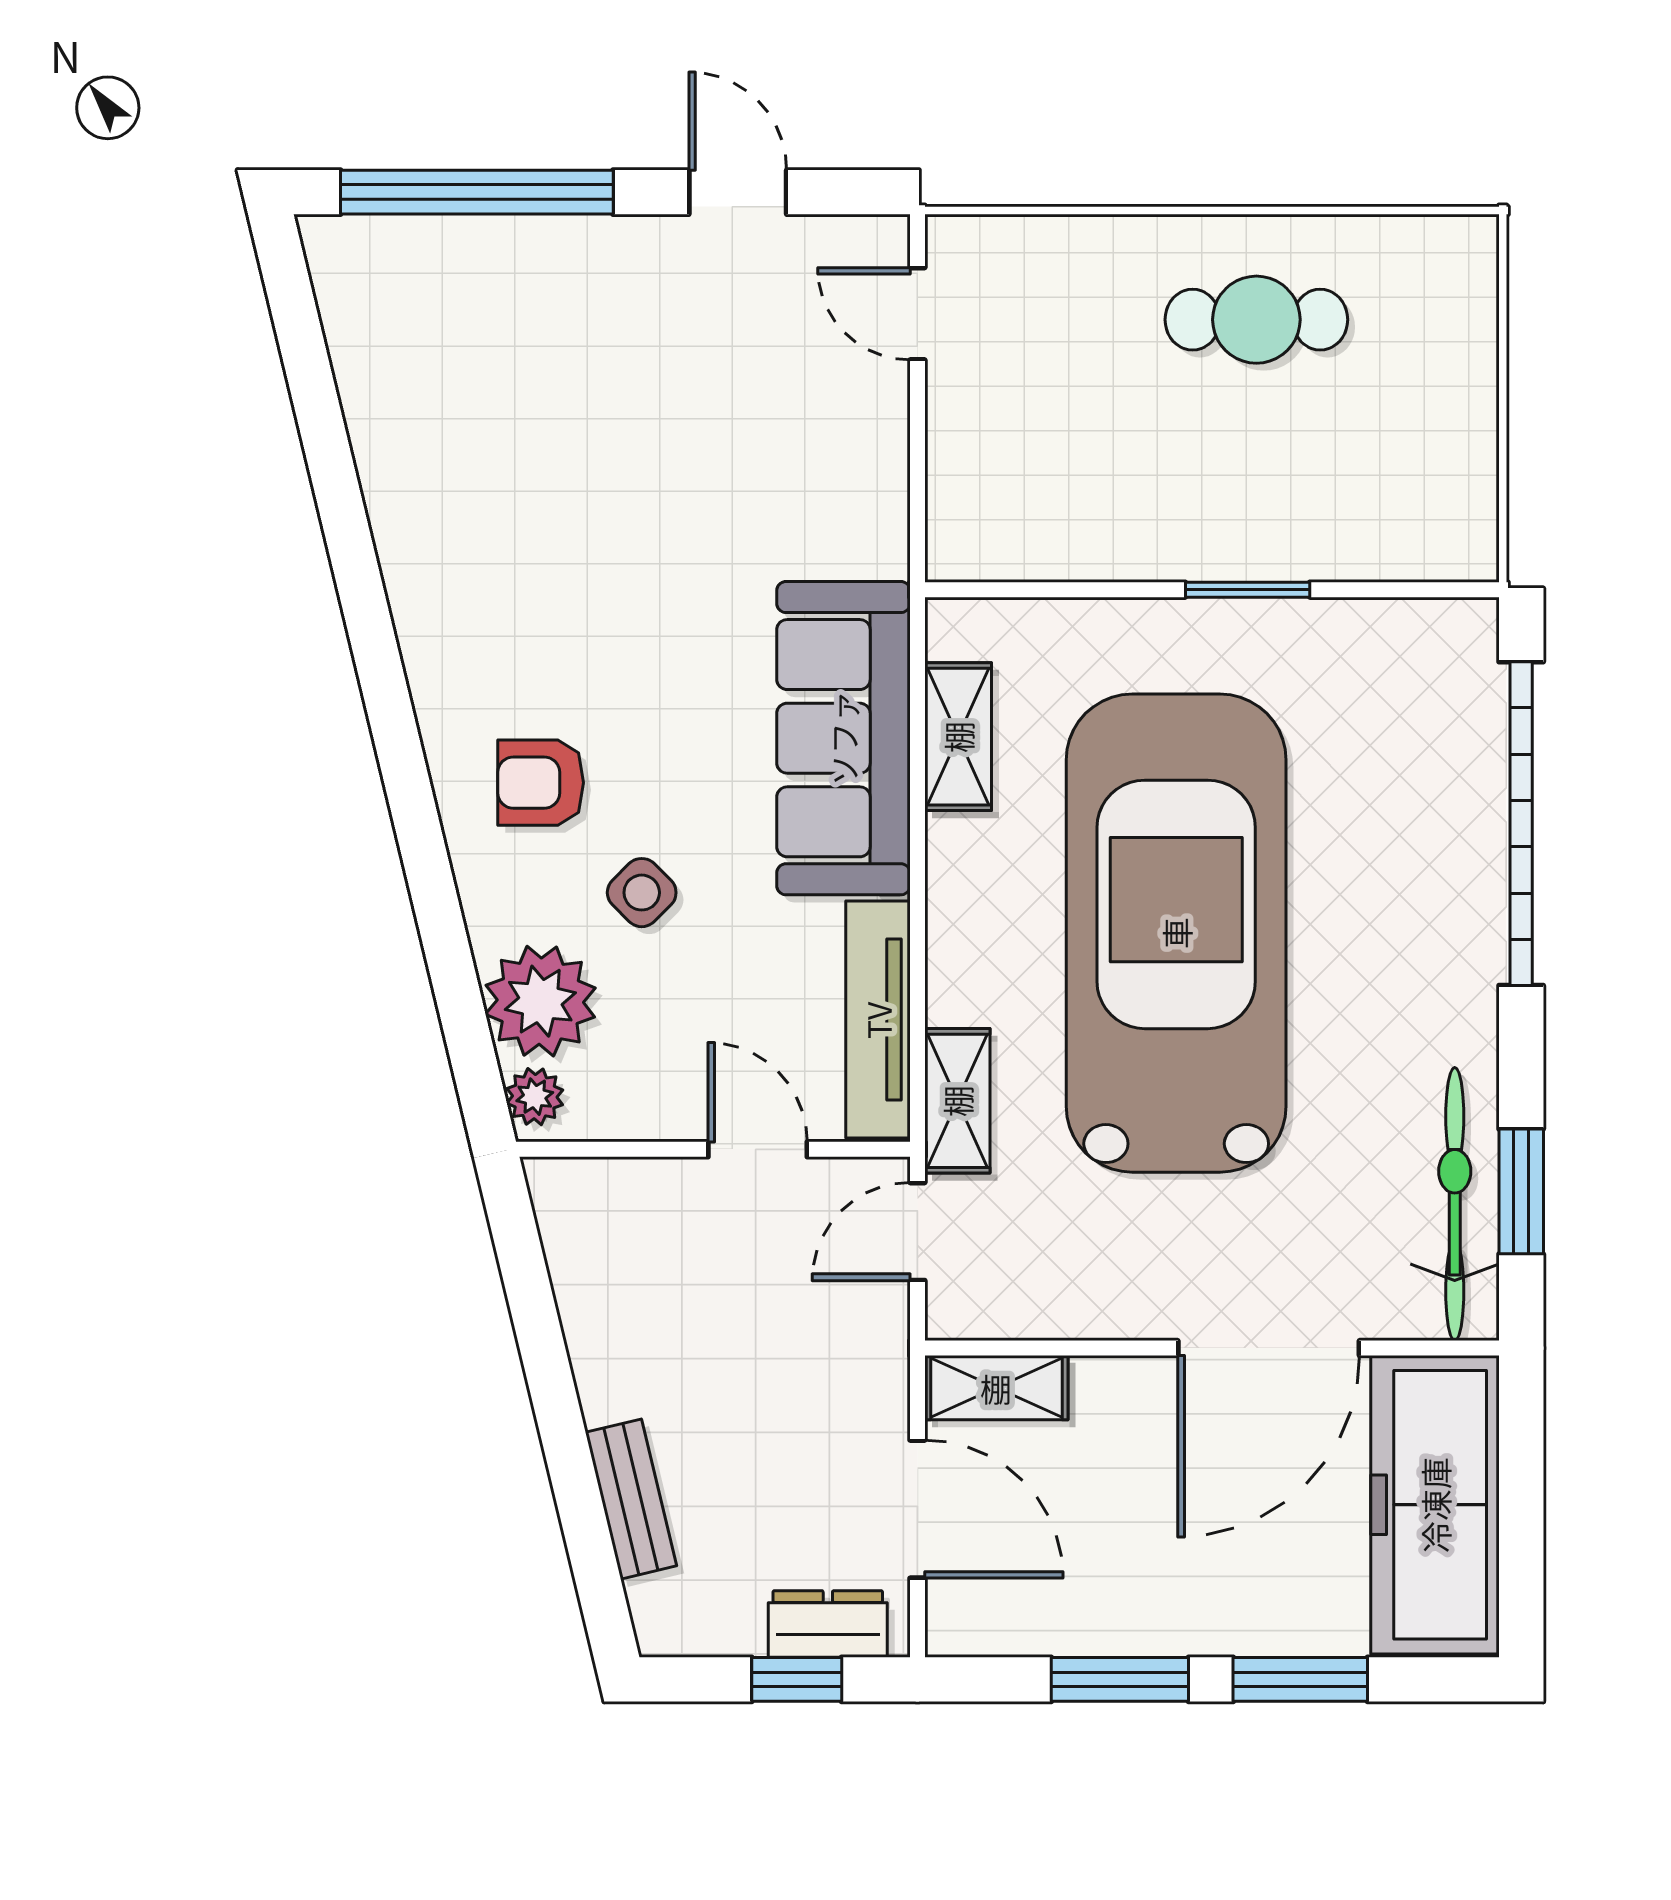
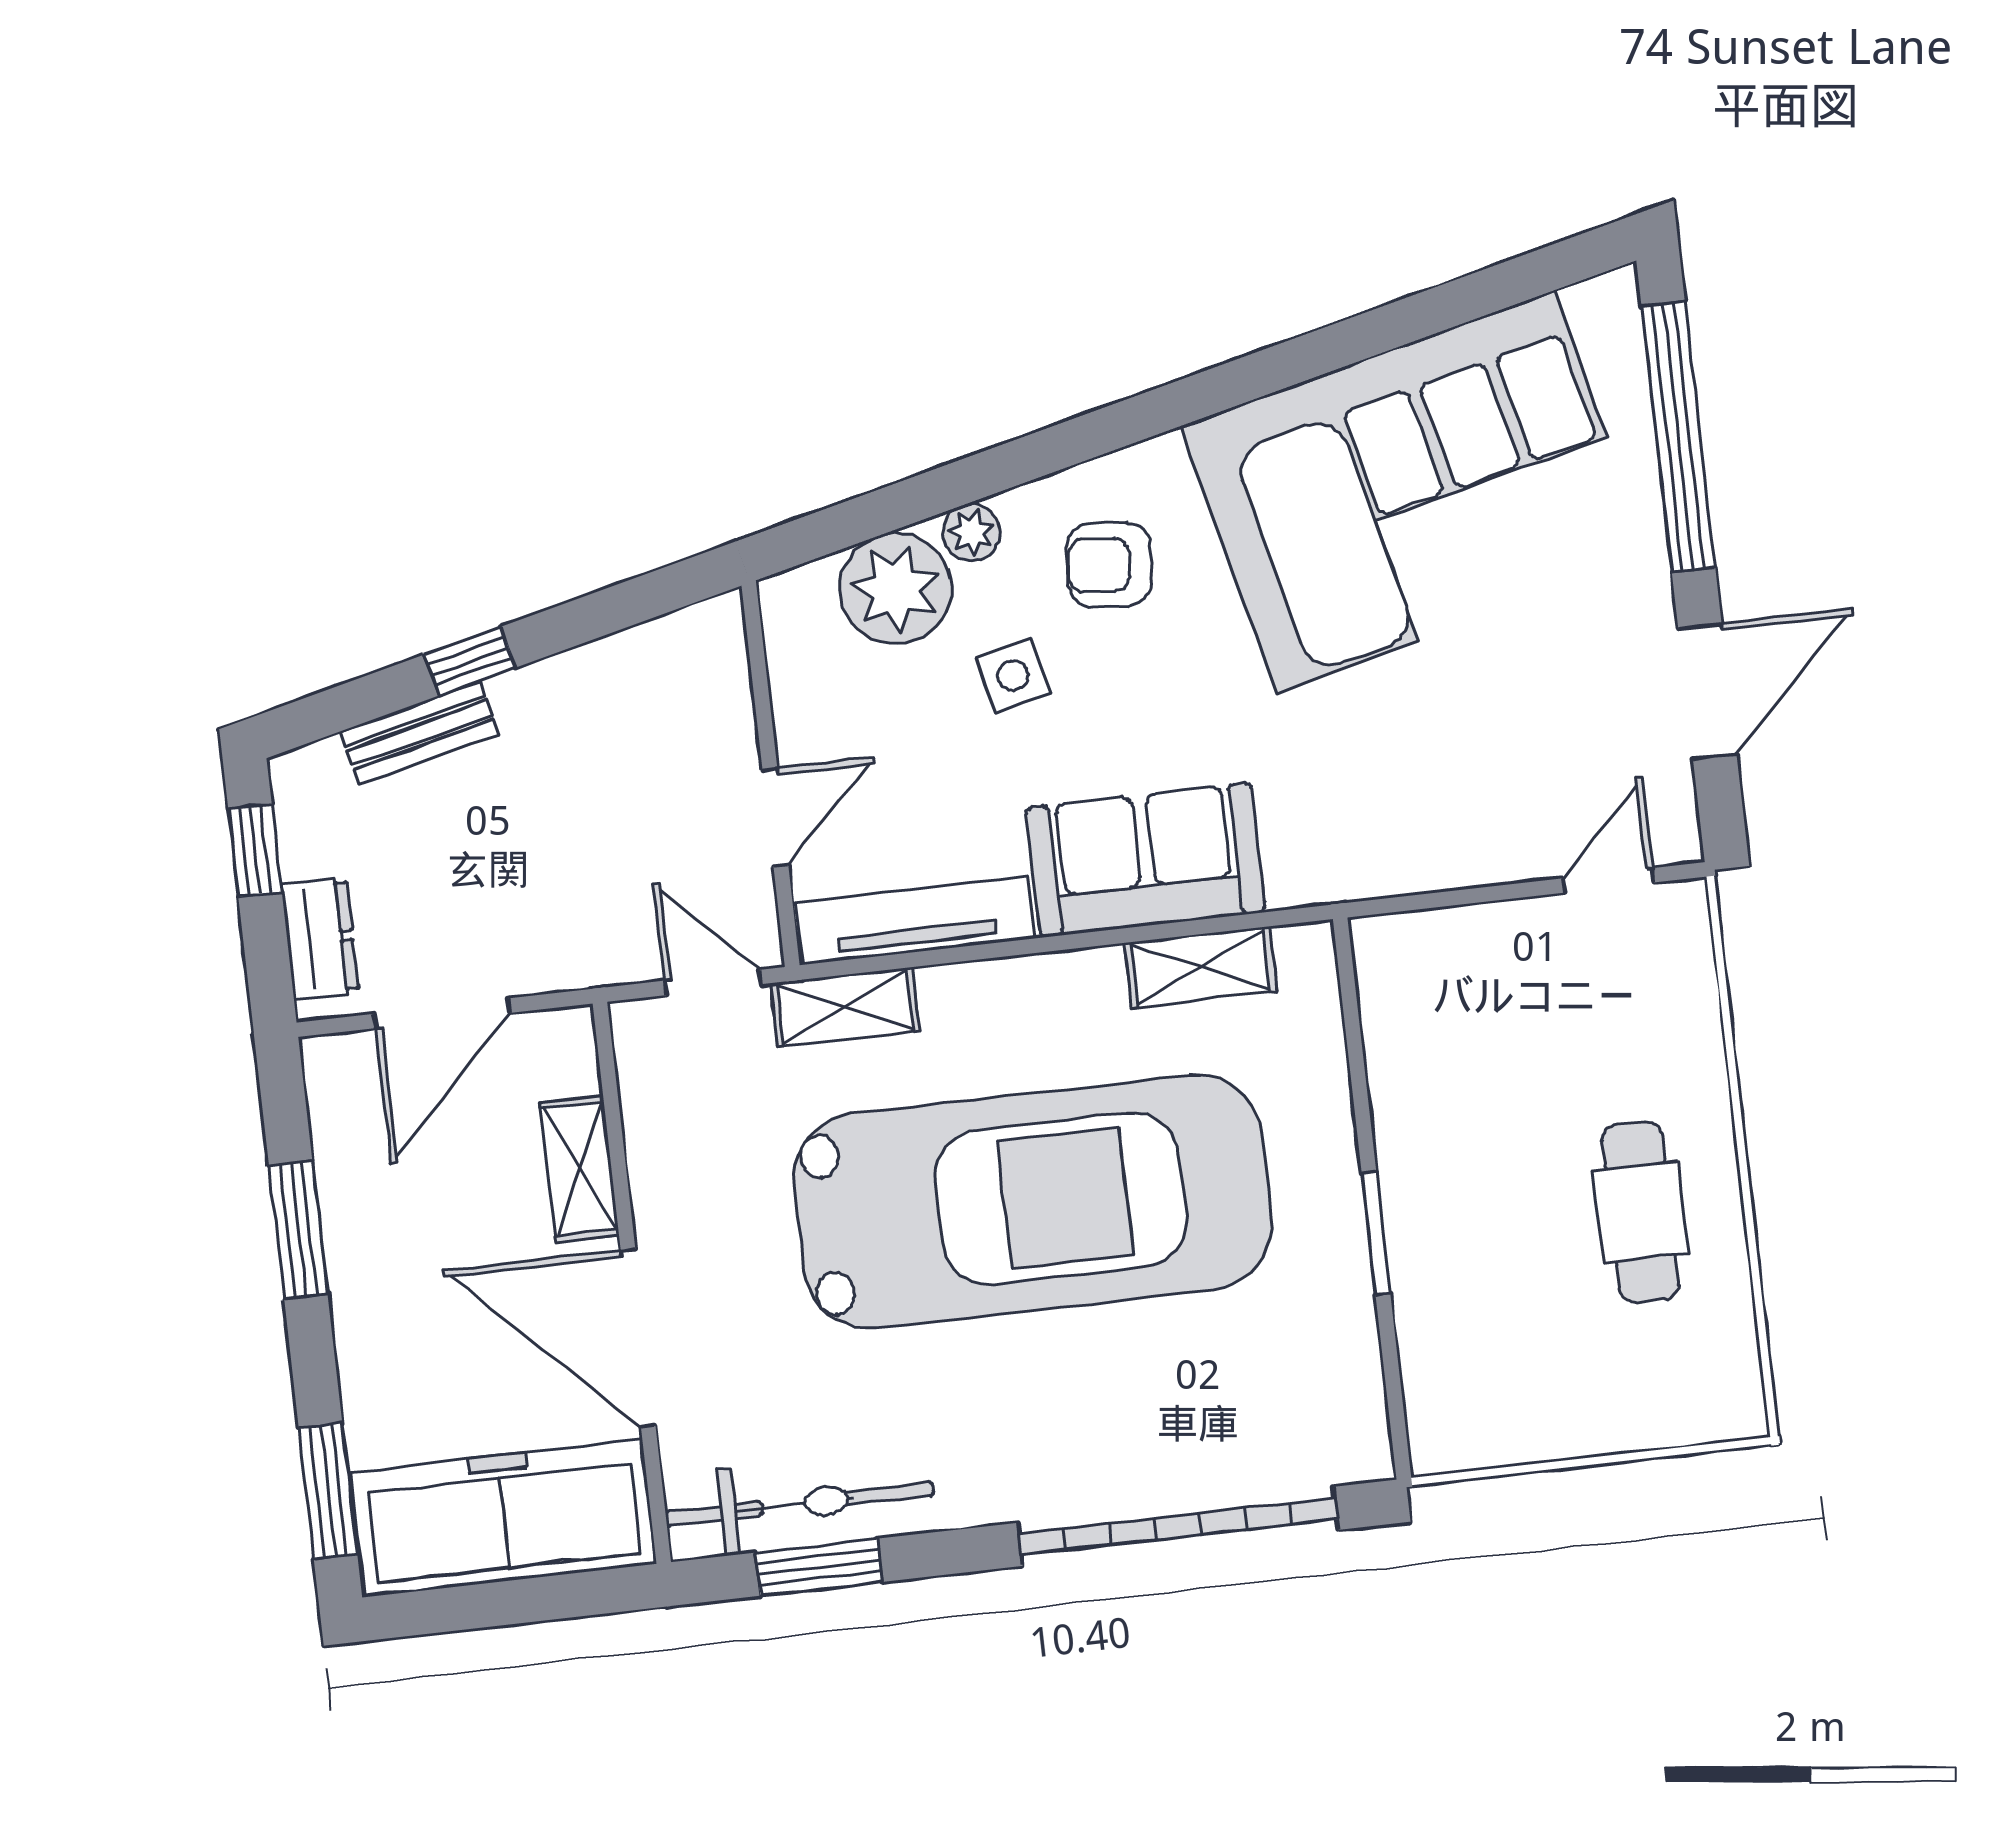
door: (738, 192) -> (1707, 691), width x1.37
corner sofa: (502, 464) -> (1415, 492), added
sofa: (843, 738) -> (1146, 860), width x0.73
armchair: (541, 783) -> (1109, 565), turned -85
side table: (642, 893) -> (1013, 676), turned 31
plant: (535, 1097) -> (971, 532), moved
shelving: (996, 1388) -> (580, 1169), moved
window: (565, 1440) -> (470, 661), added
window: (797, 1679) -> (255, 850), moved
window: (1300, 1679) -> (328, 1491), moved

